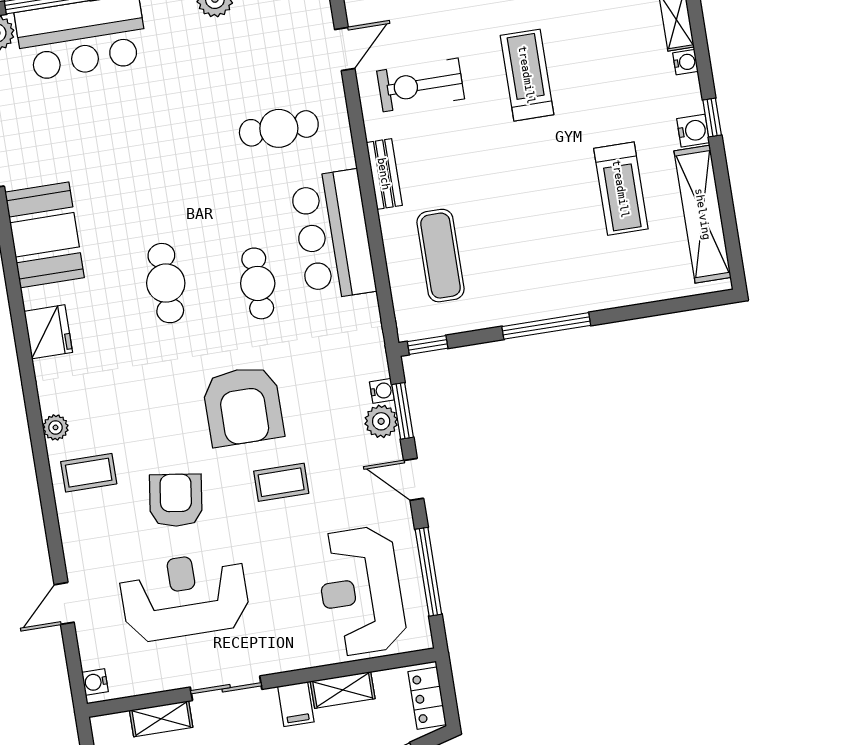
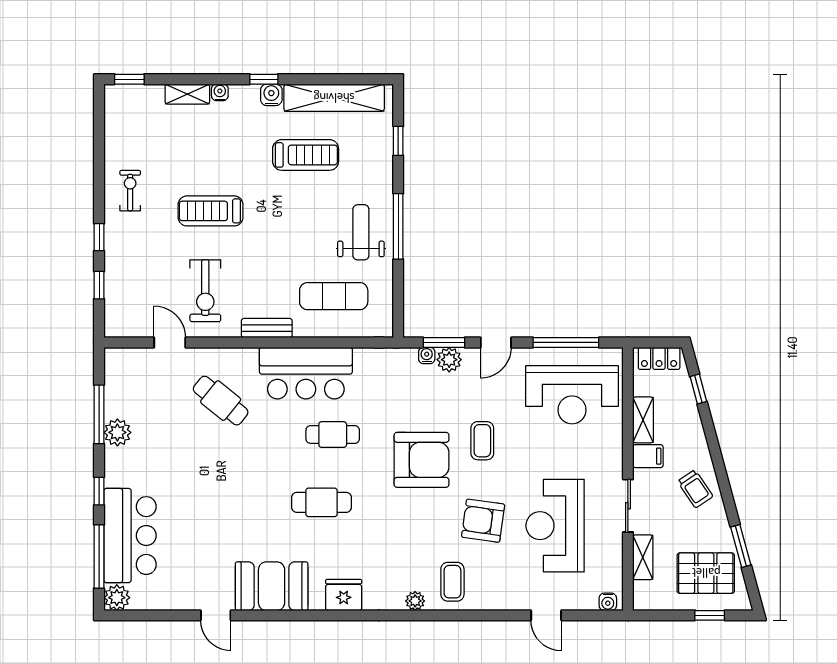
cafe table: (279, 128) -> (221, 401), turned -51
weight bench: (530, 278) -> (361, 232), added
window: (428, 345) -> (398, 141), moved

